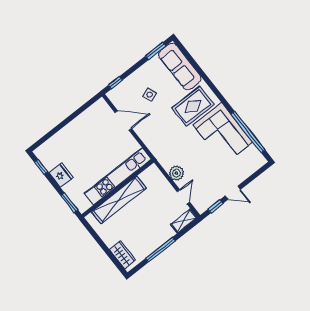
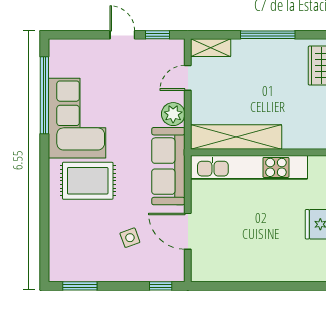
sofa: (180, 66) -> (168, 166), moved, turned 180
shelving: (119, 200) -> (236, 137), moved

